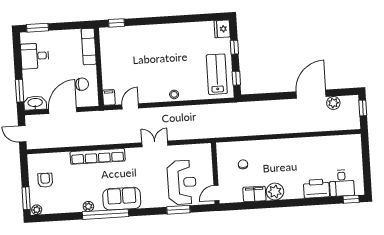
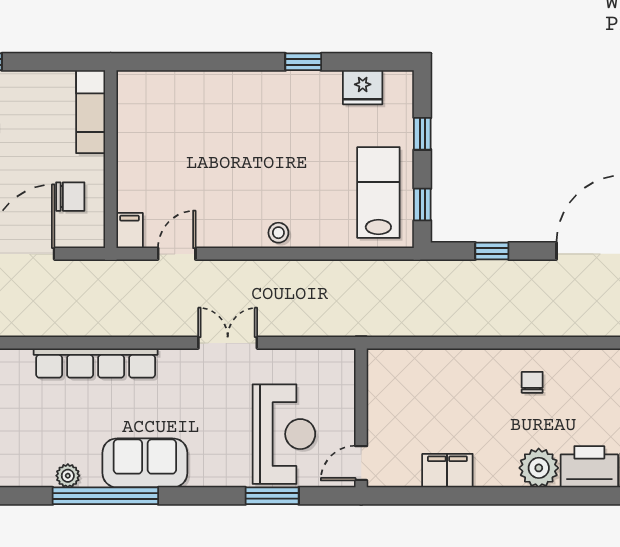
window: (117, 23) -> (303, 62), moved
fridge: (222, 29) -> (363, 87), moved, turned -90
window: (268, 97) -> (492, 251), added
chair: (243, 164) -> (532, 382), moved
plant: (275, 192) -> (539, 468), moved

